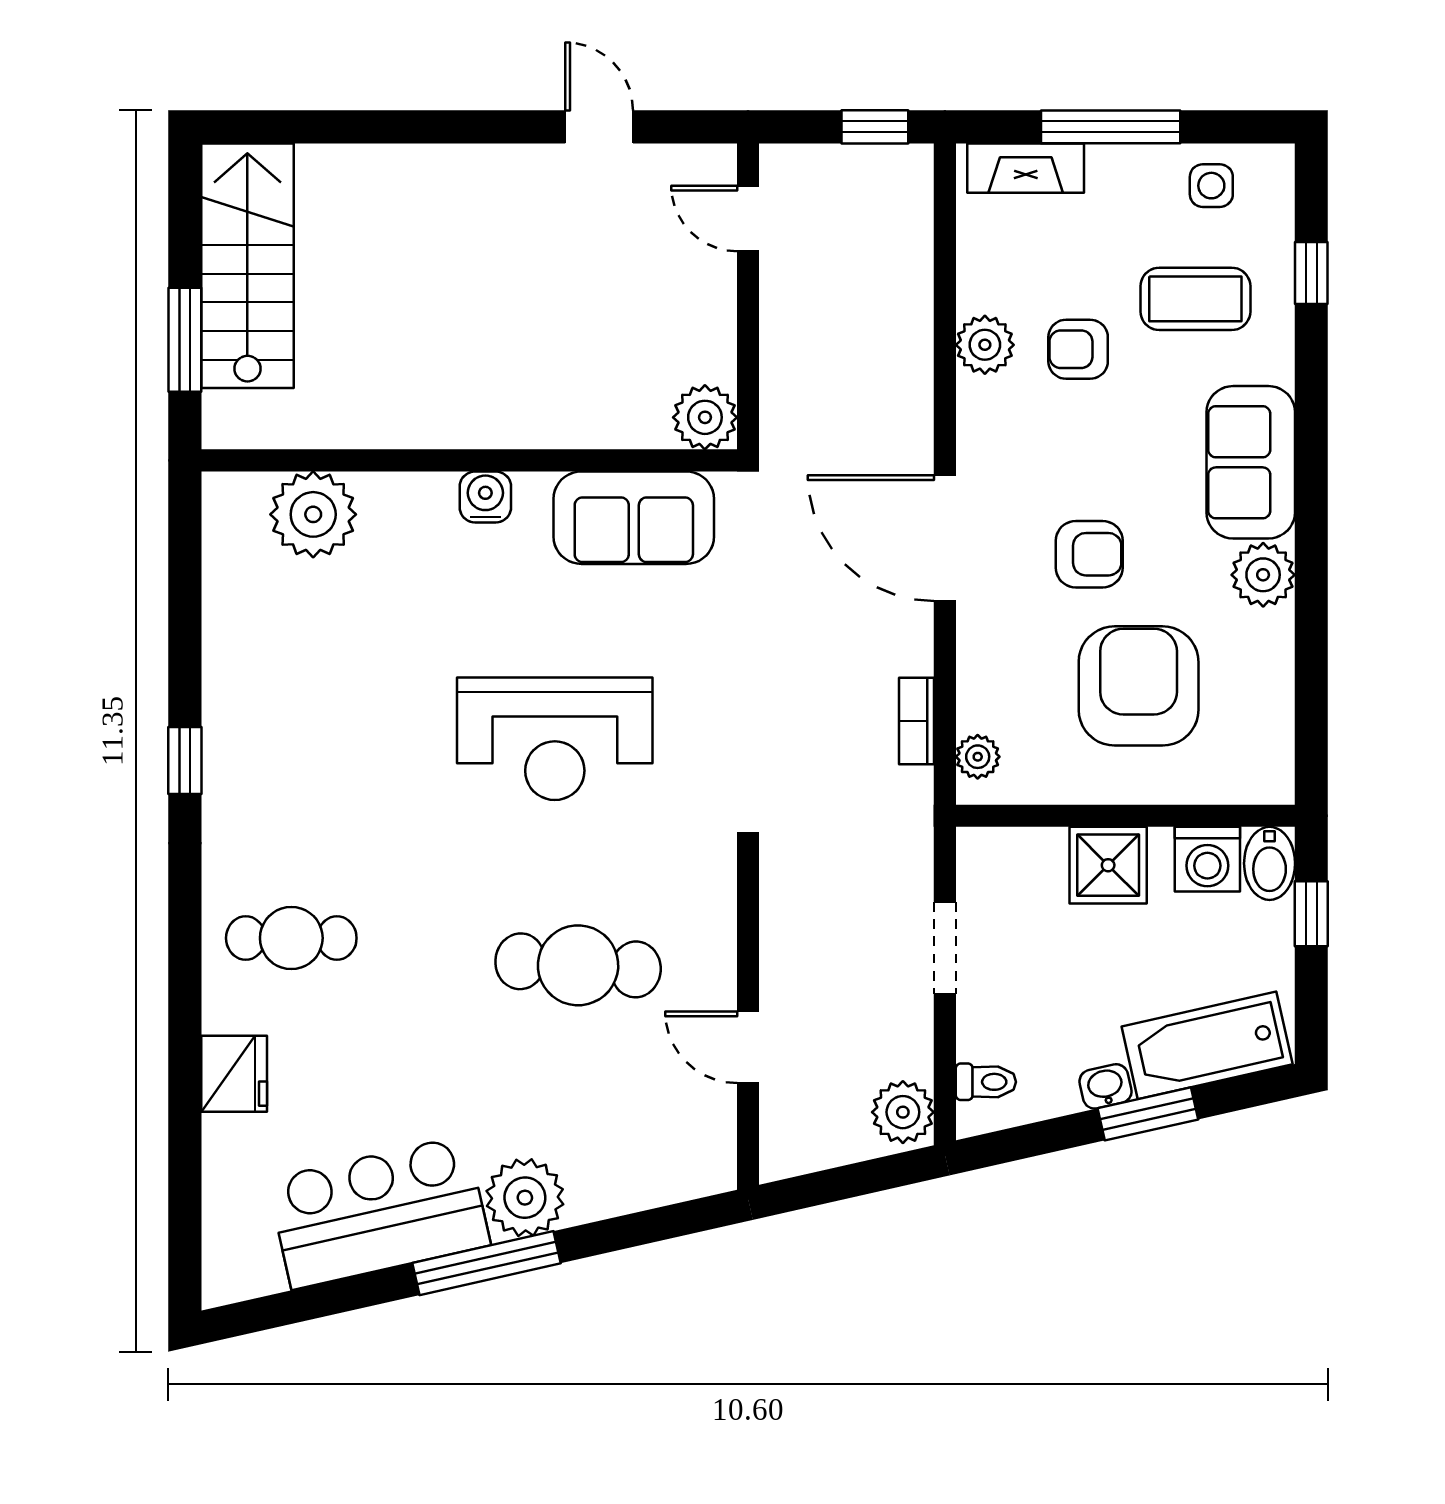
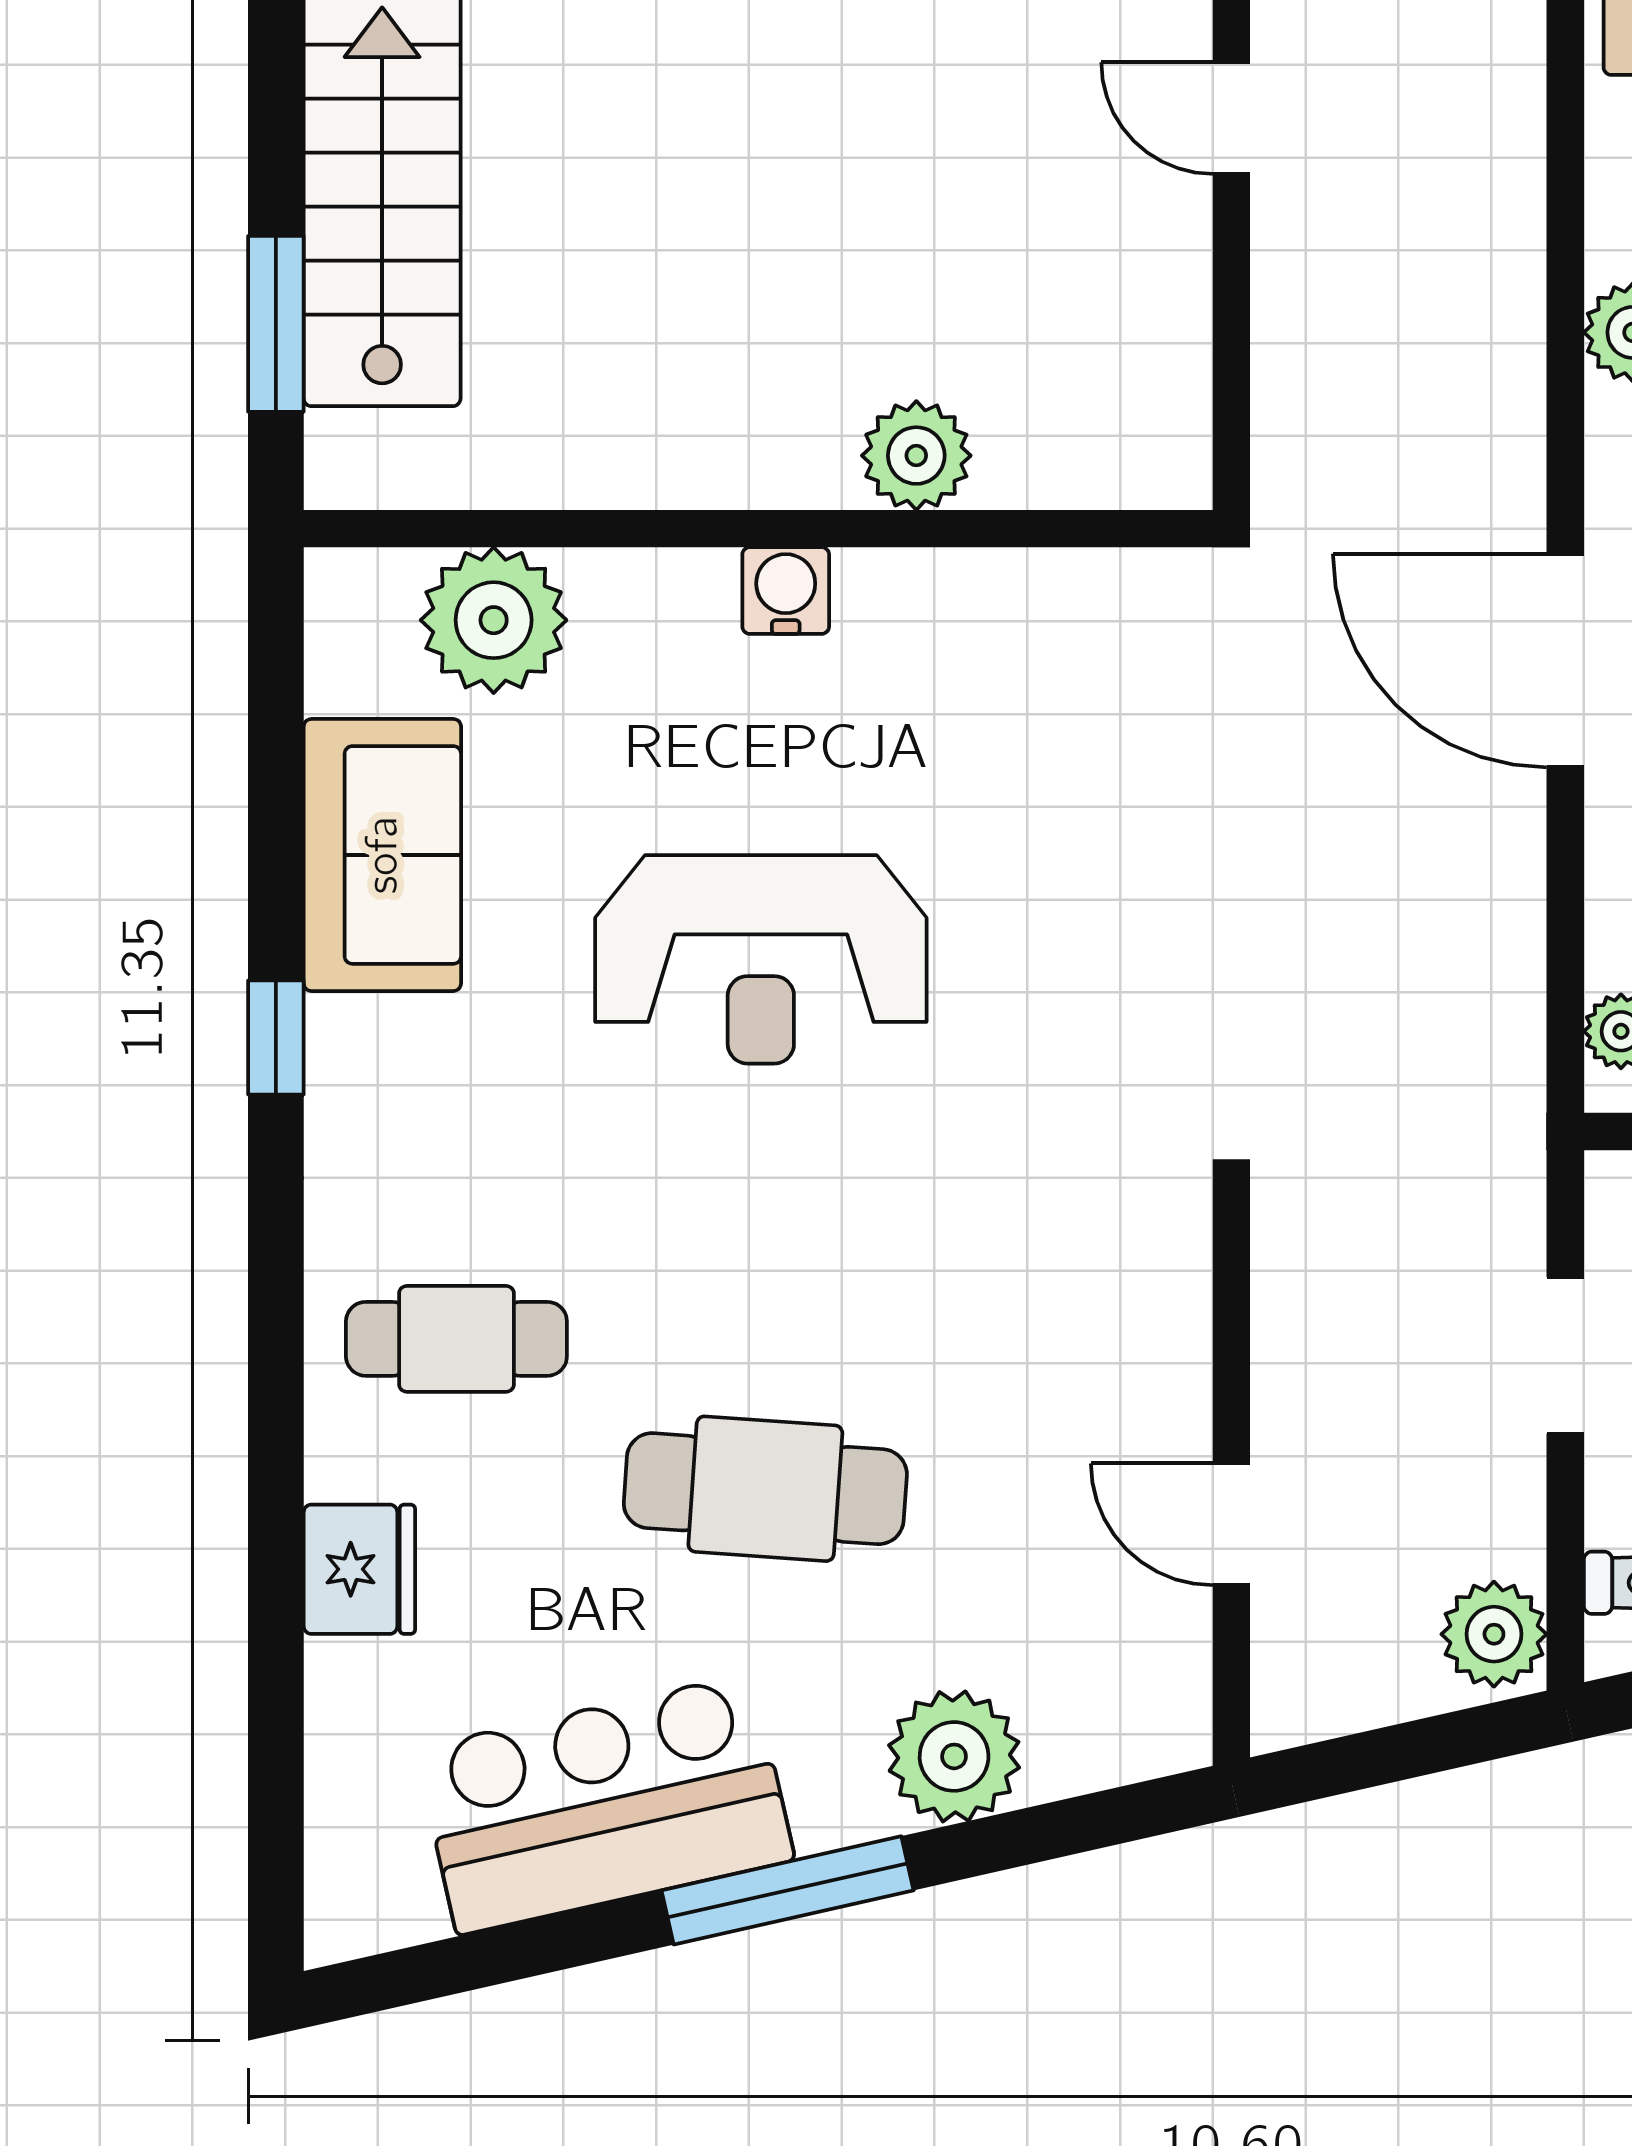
plant: (705, 417) -> (916, 456), moved
sofa: (634, 518) -> (382, 855), moved, turned -90
bookcase: (917, 721) -> (1517, 971), removed
reception desk: (555, 739) -> (761, 959), moved
cafe table: (578, 965) -> (765, 1489), moved
plant: (525, 1198) -> (954, 1756), moved

